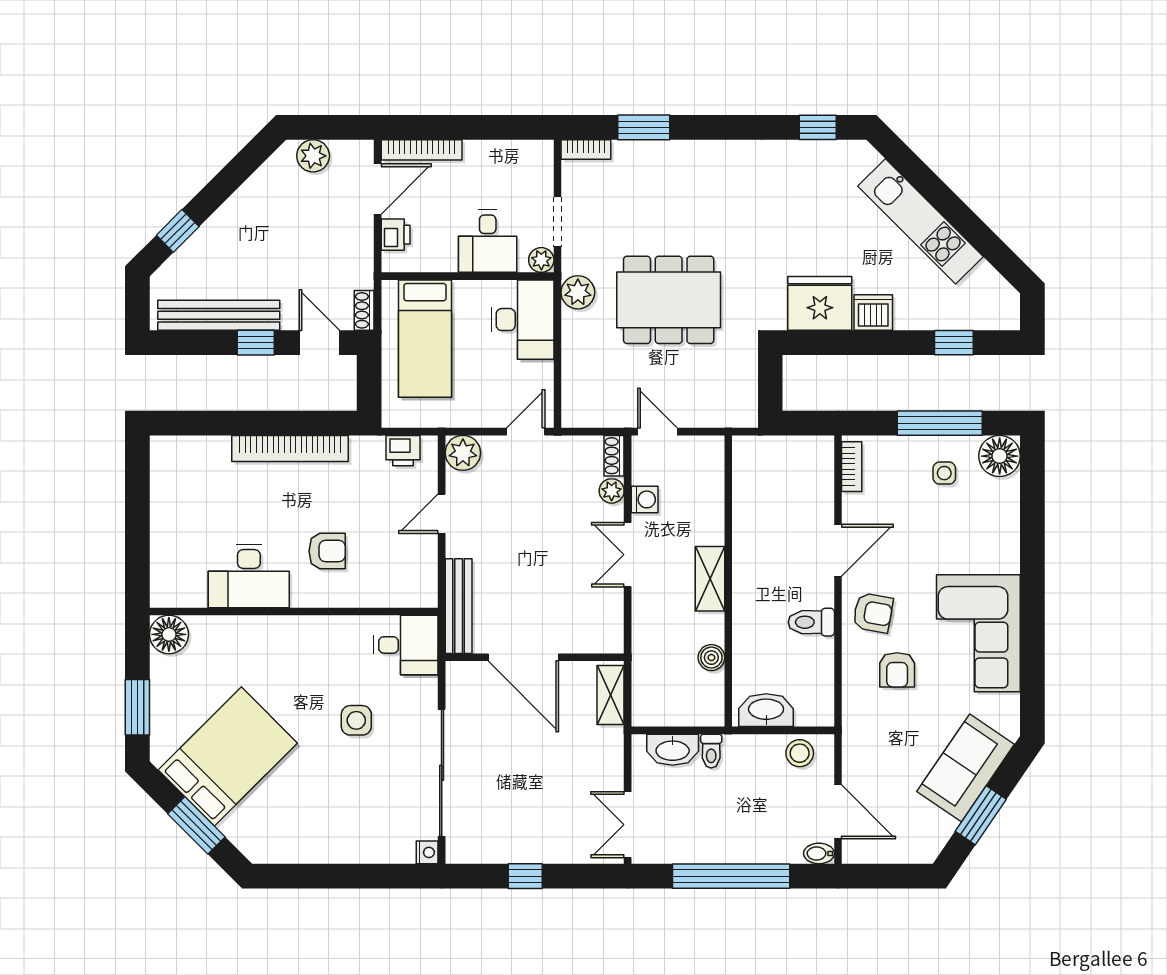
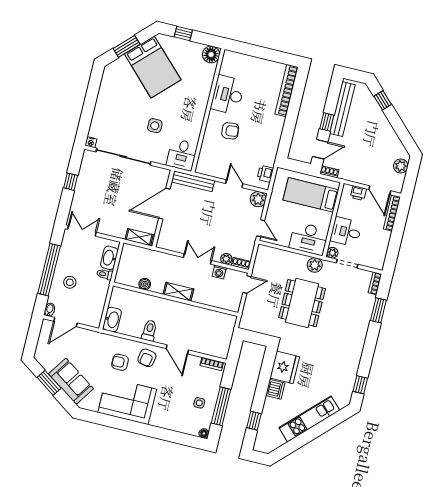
bookcase: (290, 448) -> (287, 91), moved
floor lamp: (1000, 456) -> (204, 433), width x0.53, depth x0.53
armchair: (327, 551) -> (230, 131), turned -96
window: (137, 707) -> (183, 33), width x0.67
washbasin: (766, 710) -> (112, 320), moved
stool: (800, 753) -> (70, 282), moved

